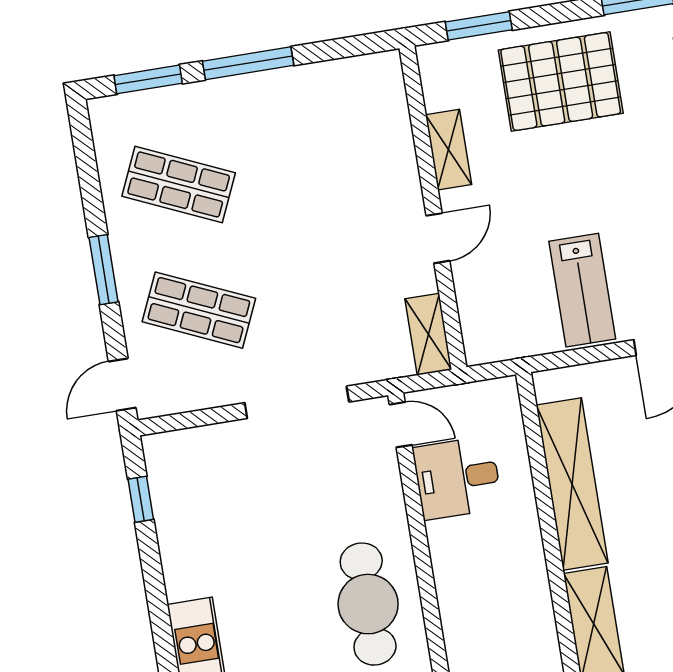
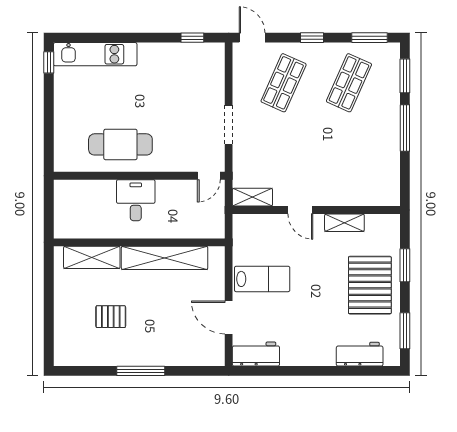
window: (479, 26) -> (405, 265), moved
window: (86, 159) -> (369, 38), added
window: (104, 270) -> (312, 38), width x0.67
lab bench: (582, 290) -> (262, 279), turned 180
doorway: (297, 402) -> (229, 125), width x0.73
desk: (457, 478) -> (136, 200), moved

